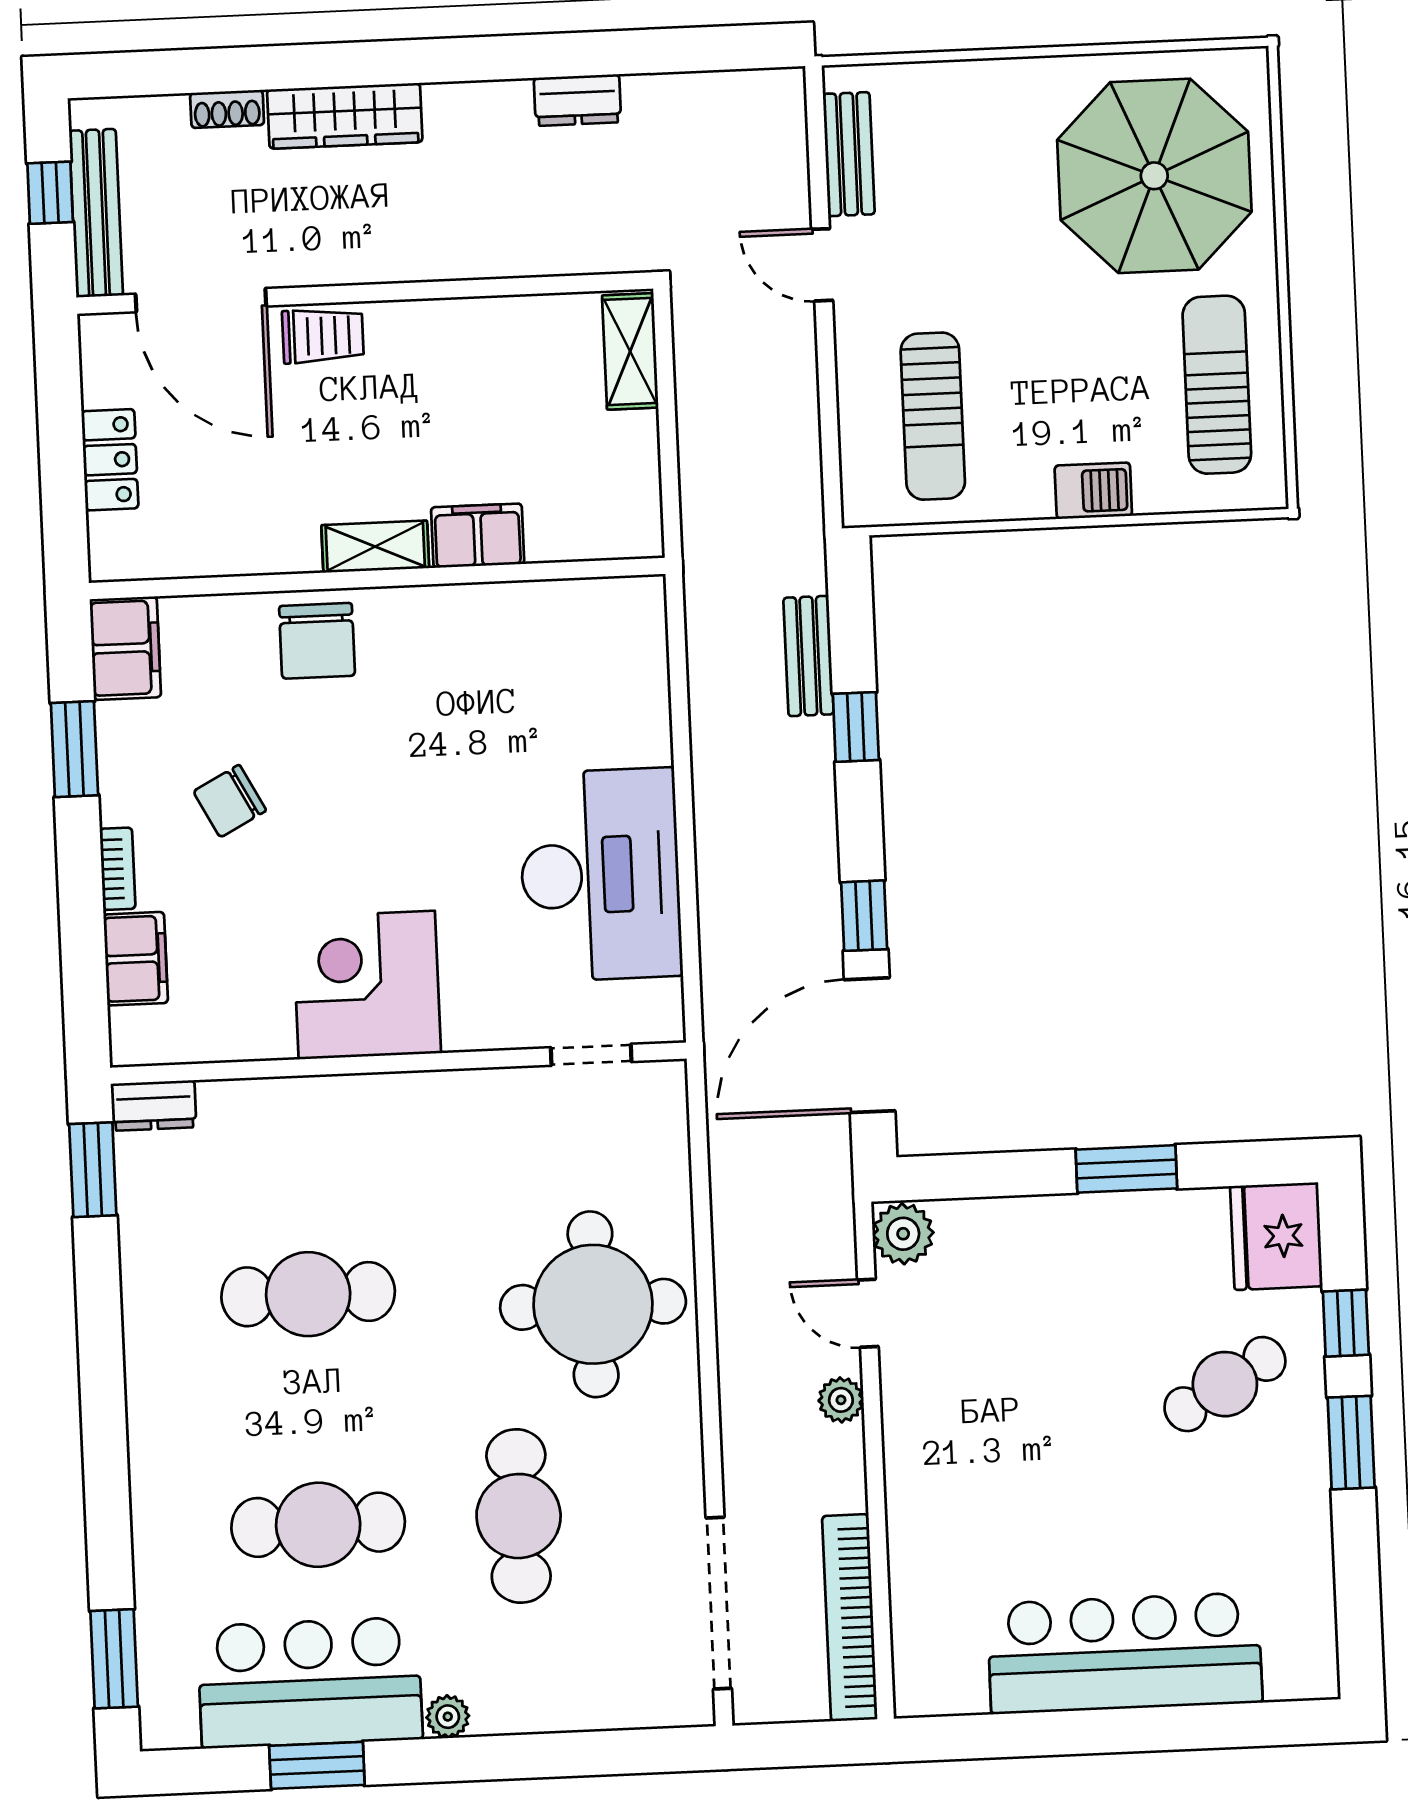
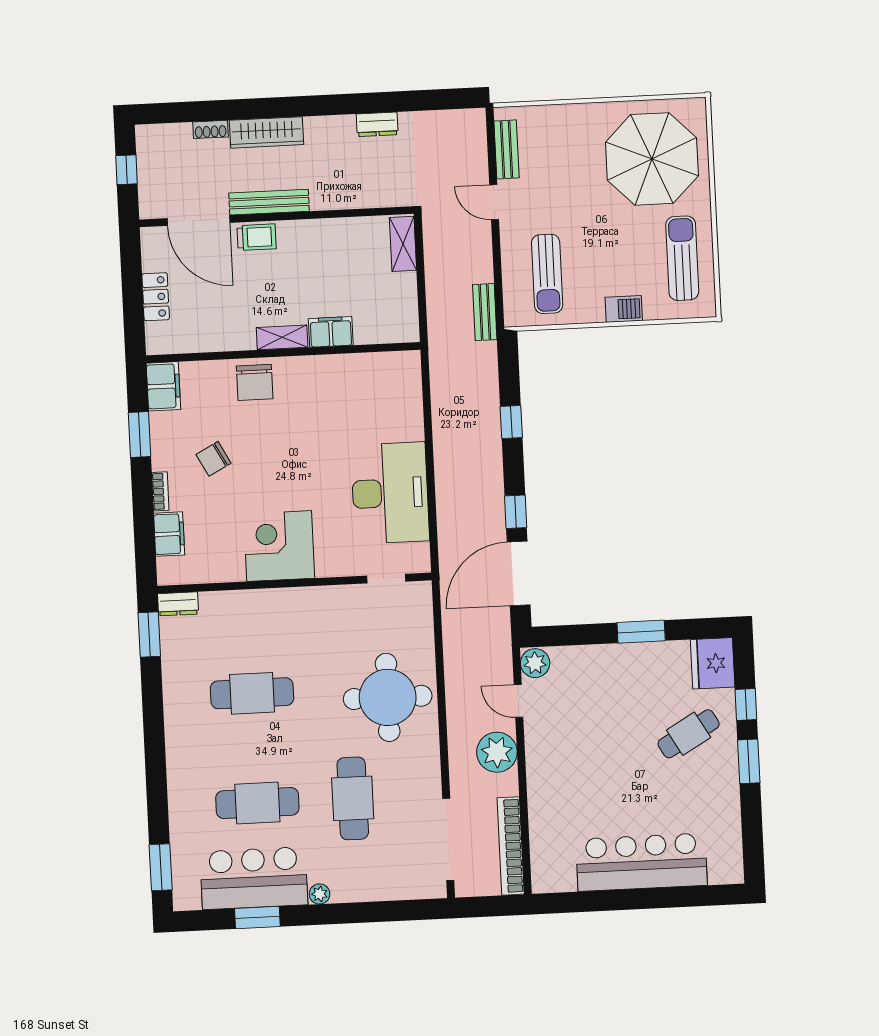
bench: (96, 213) -> (269, 202), moved, turned 90
bench: (808, 656) -> (485, 312), moved
plant: (841, 1400) -> (497, 752), width x1.88, depth x1.88

